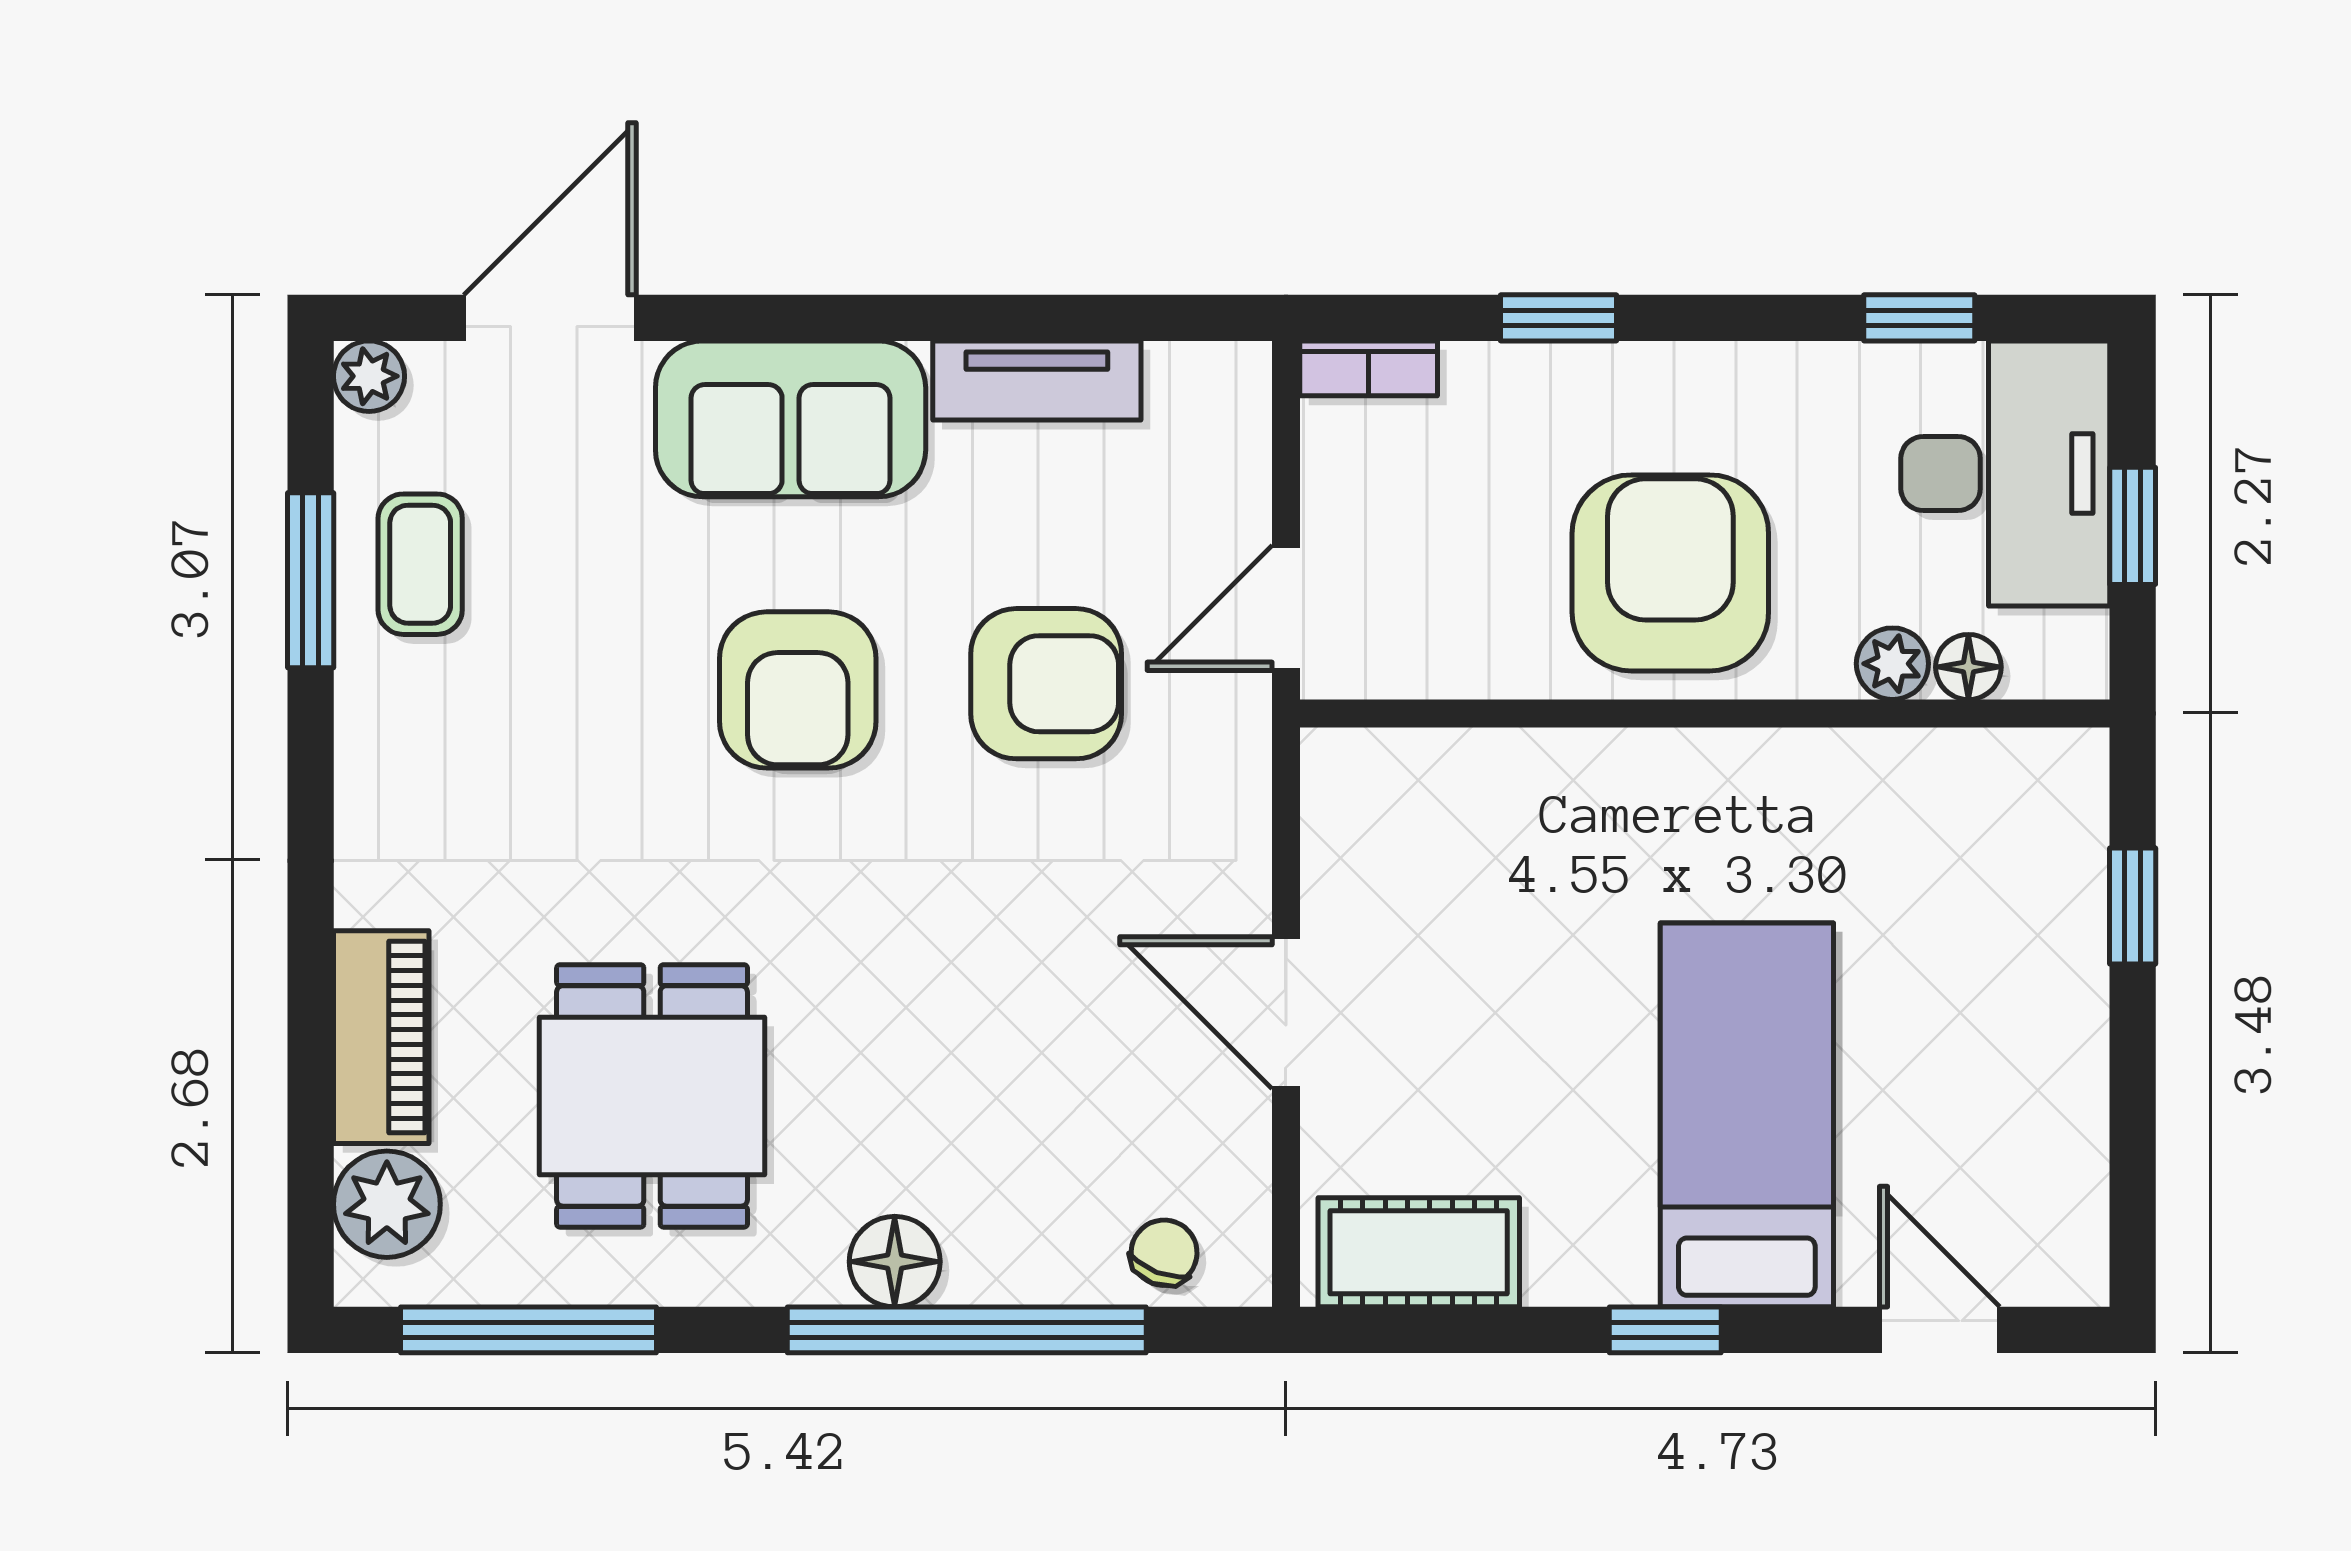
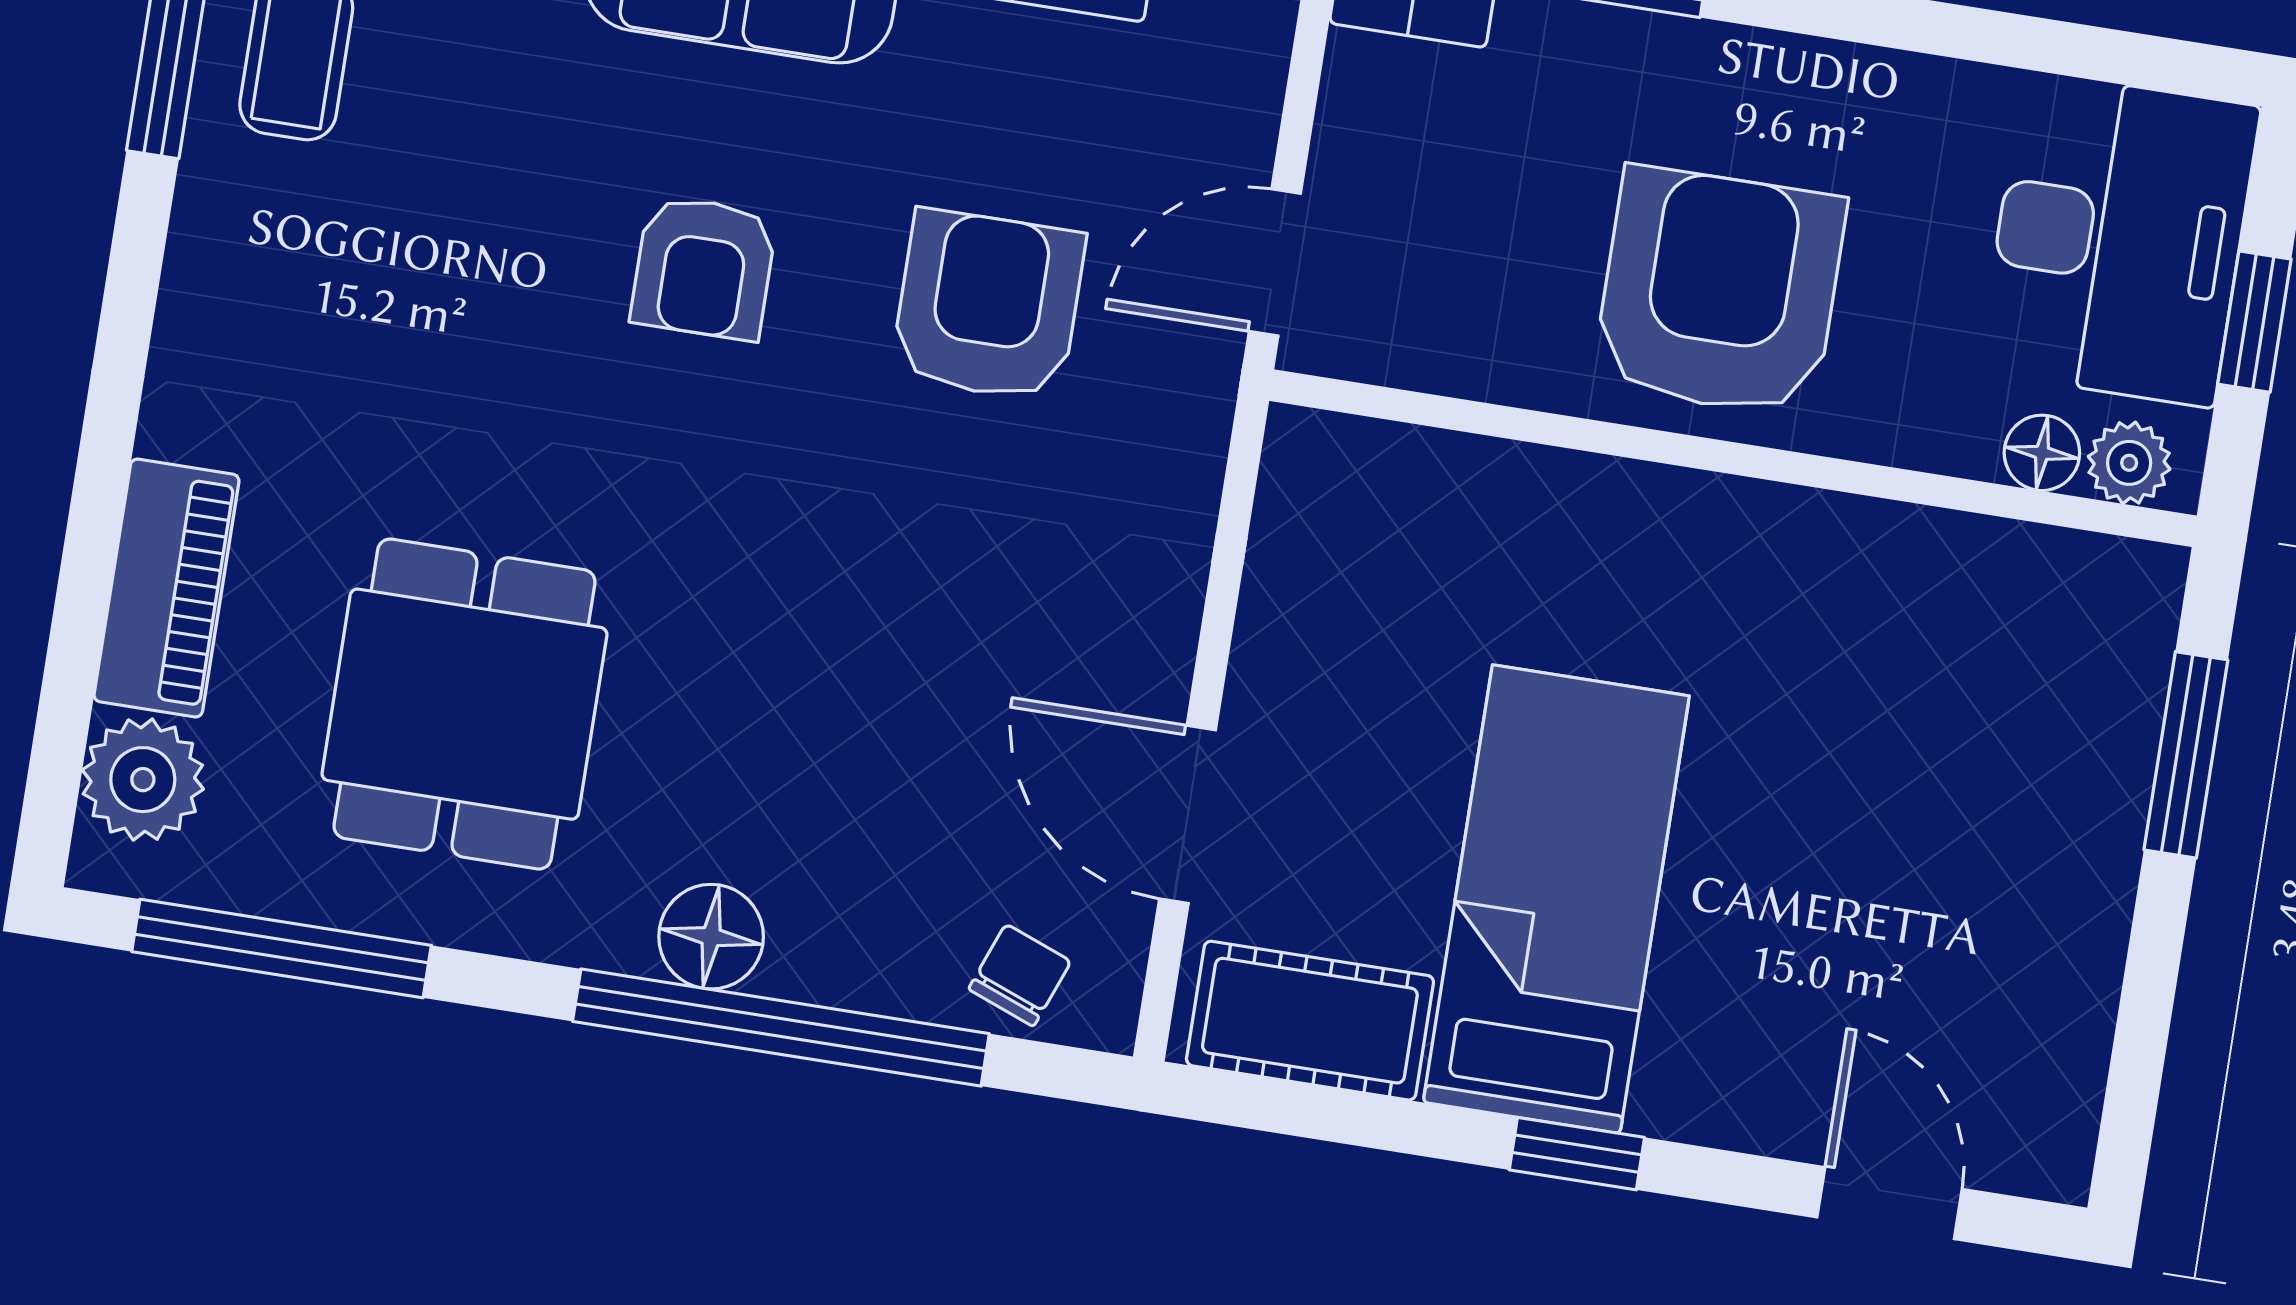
window: (1919, 318) -> (2049, 46), removed
plant: (1892, 664) -> (2129, 463), moved
armchair: (1046, 684) -> (988, 305), turned -90
armchair: (798, 690) -> (704, 268), width x0.72, depth x0.72
window: (2133, 906) -> (2186, 755), width x1.50
door: (1286, 1013) -> (1188, 814), moved
bed: (1747, 1115) -> (1556, 899), moved

